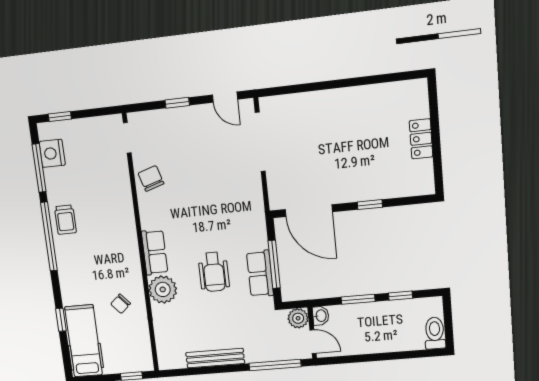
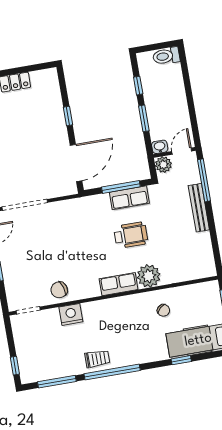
nightstand: (52, 153) -> (71, 314), moved, turned 180
bench: (215, 358) -> (199, 208), moved

